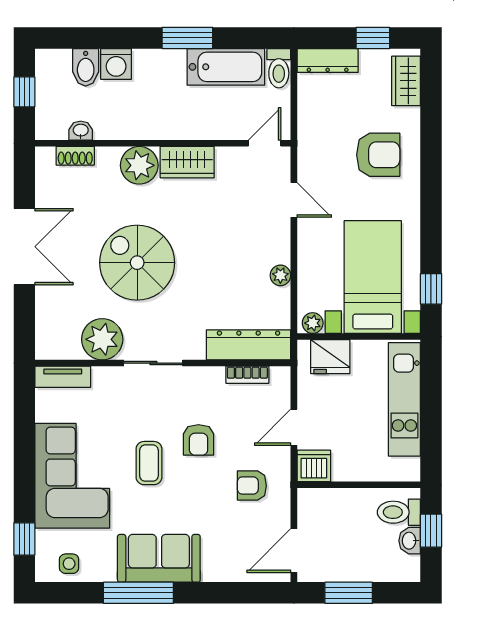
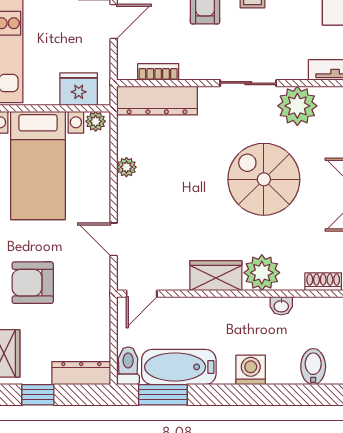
window: (187, 38) -> (163, 395), moved
washing machine: (116, 64) -> (251, 370), moved
washbasin: (81, 131) -> (281, 306), moved
spiral stairs: (137, 263) -> (264, 179), turned 180

